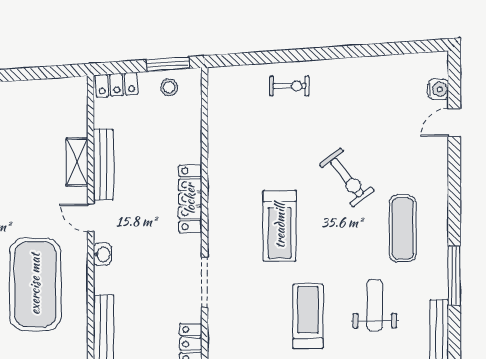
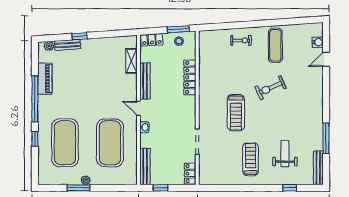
shelving: (77, 162) -> (131, 61), moved
exercise bike: (347, 178) -> (271, 88), turned 104
locker: (190, 199) -> (190, 77), moved
exercise mat: (403, 229) -> (275, 45), moved

